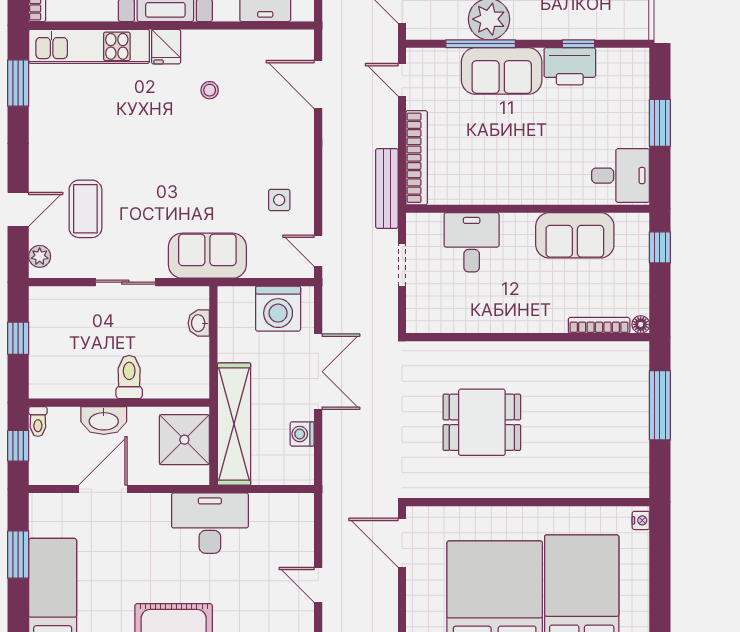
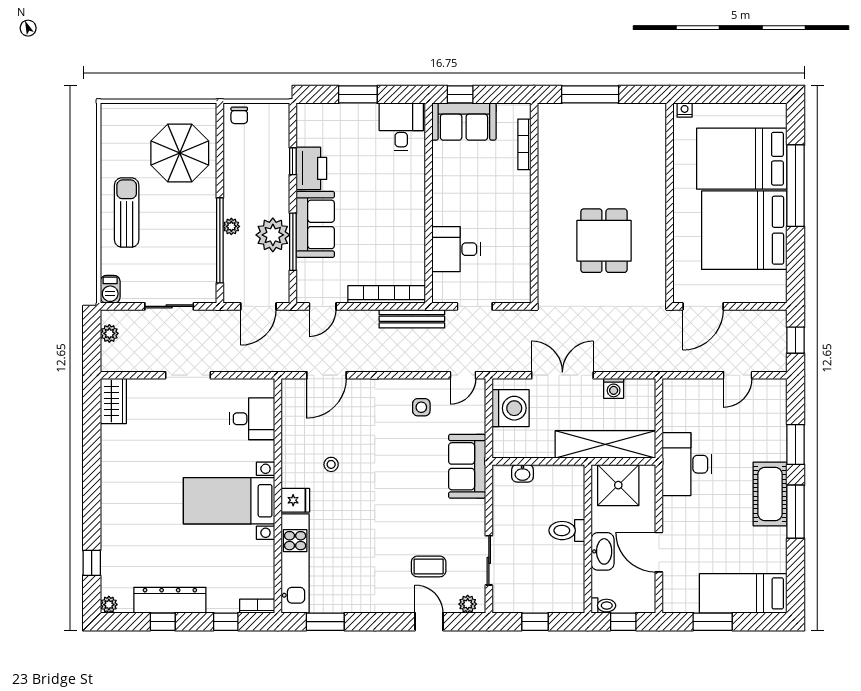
coffee table: (85, 209) -> (429, 566), width x0.73, depth x0.77
sofa: (575, 235) -> (464, 122), moved, turned 90
sliding door: (125, 282) -> (489, 560), moved
floor lamp: (641, 324) -> (524, 110), removed

